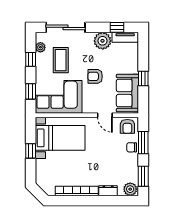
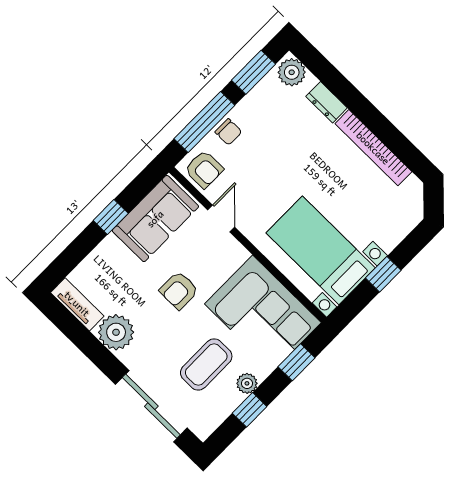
window: (117, 27) -> (75, 331), removed
plant: (40, 47) -> (247, 383), moved
armchair: (95, 76) -> (179, 290), turned 90
armchair: (127, 126) -> (204, 169), turned 90
window: (143, 143) -> (204, 122), width x1.44

